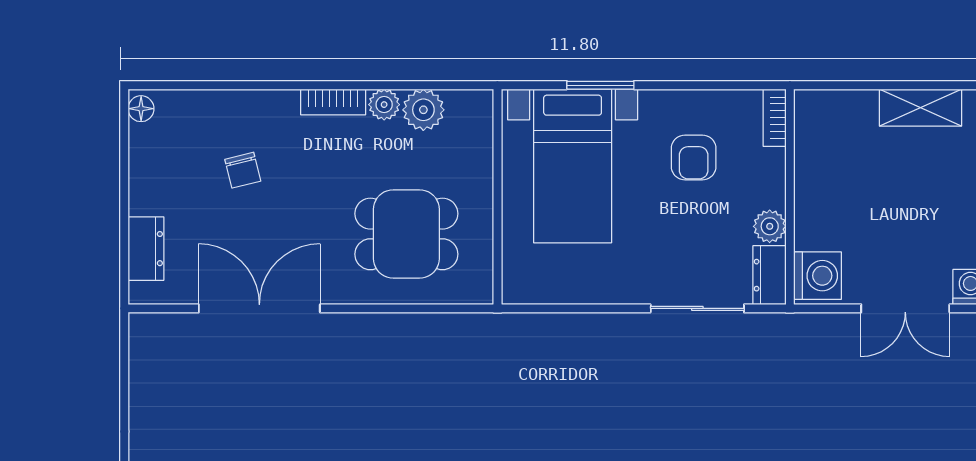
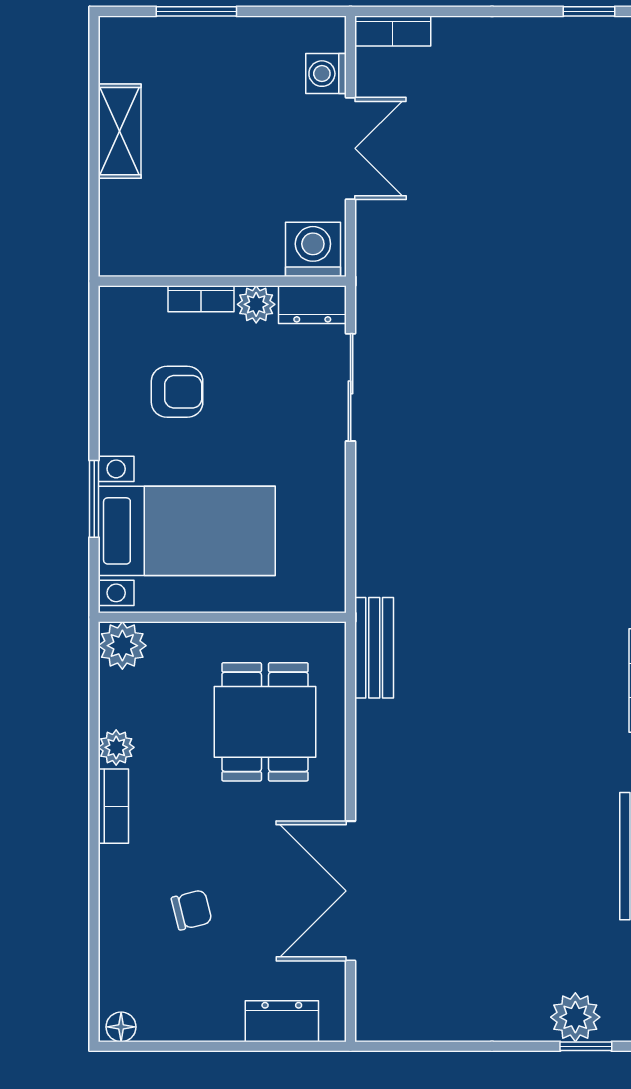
plant: (423, 110) -> (122, 646), moved
bookcase: (775, 118) -> (201, 299), moved
bench: (471, 329) -> (374, 648), added

